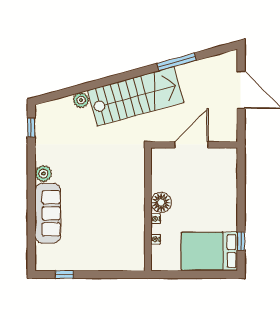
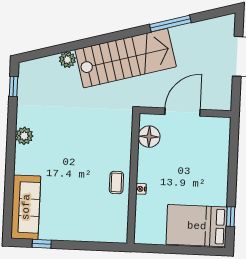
floor lamp: (161, 202) -> (149, 137), moved
sofa: (48, 213) -> (26, 207), moved
coffee table: (132, 214) -> (116, 183), added
nightstand: (156, 239) -> (140, 211), removed

